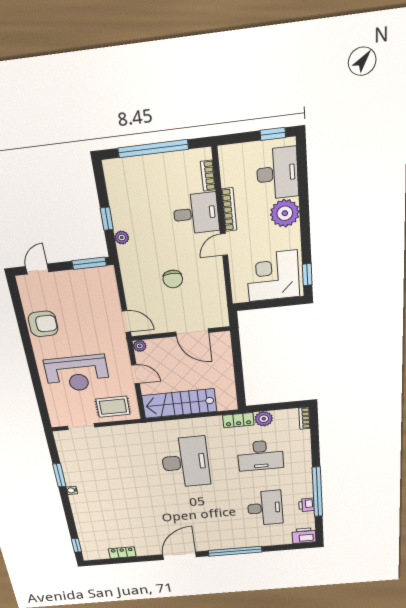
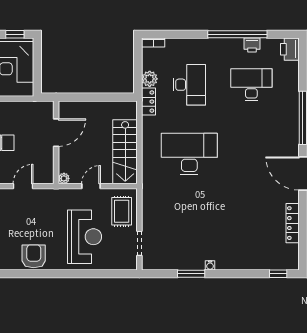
door: (126, 321) -> (23, 186), moved
locker: (122, 553) -> (293, 223), width x1.53

